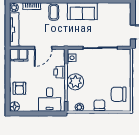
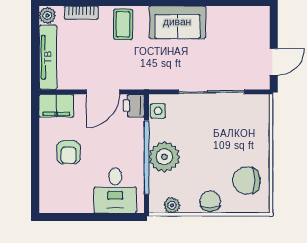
printer: (59, 72) -> (134, 106), moved
armchair: (19, 88) -> (69, 152), moved
floor lamp: (14, 107) -> (48, 204), removed

